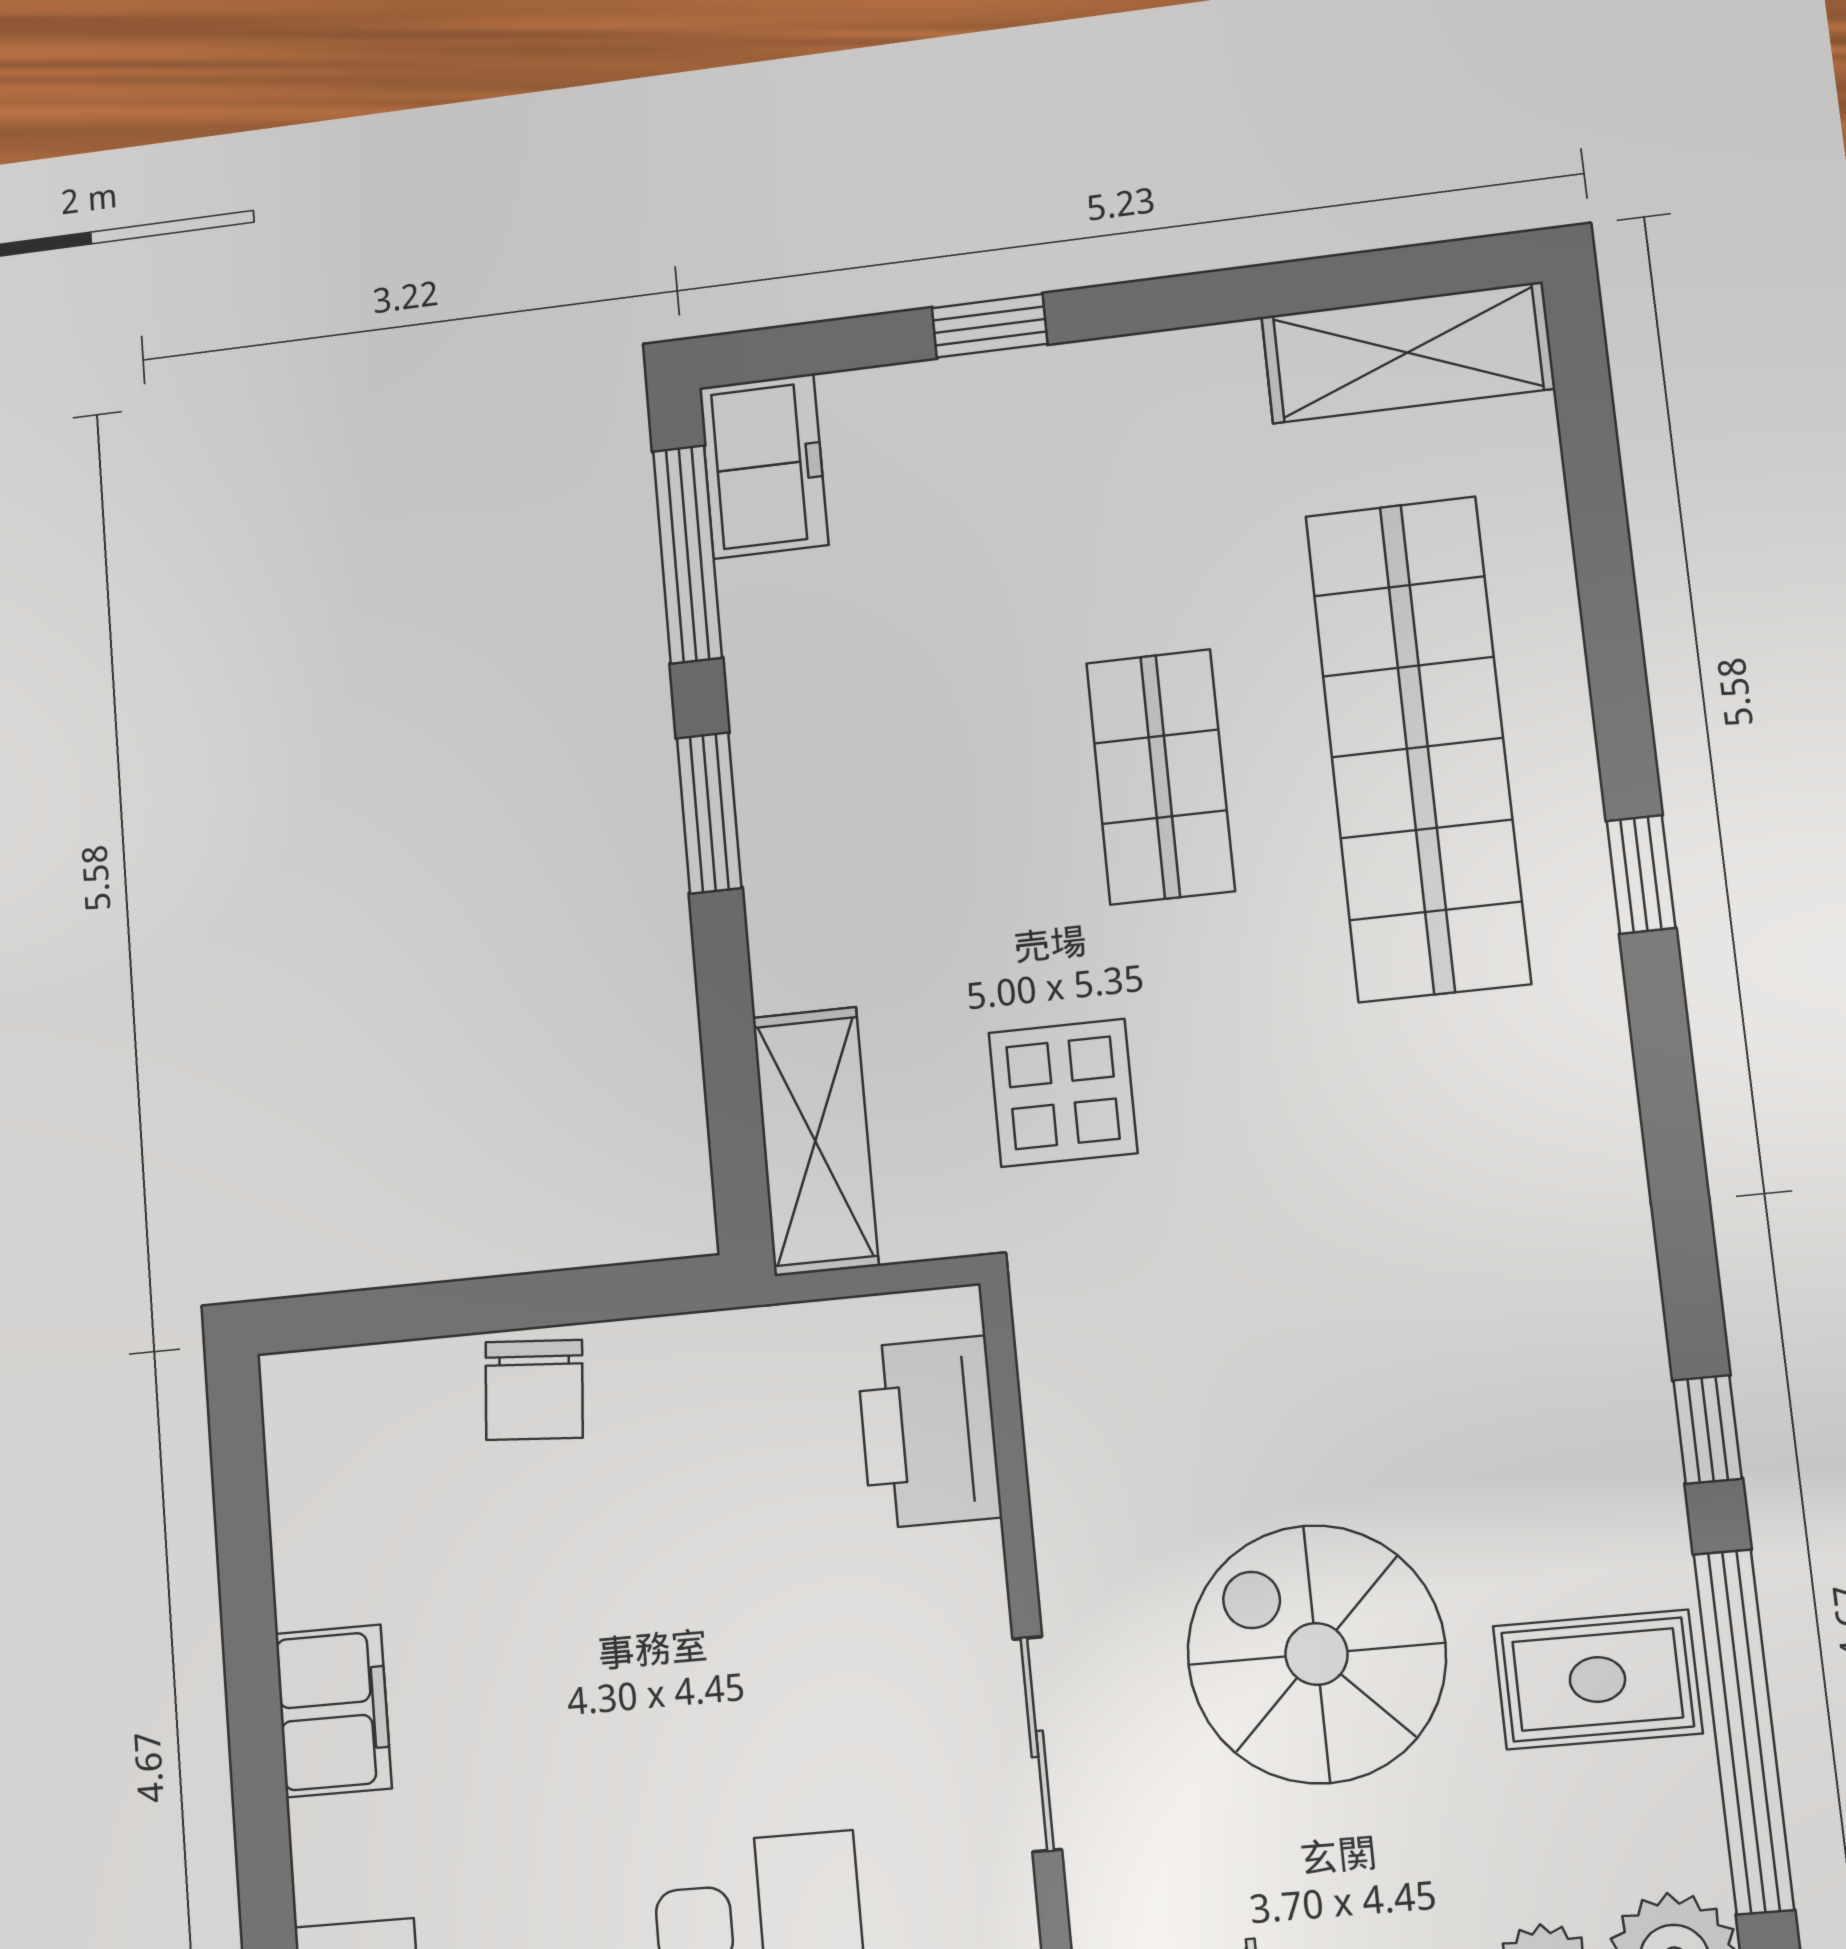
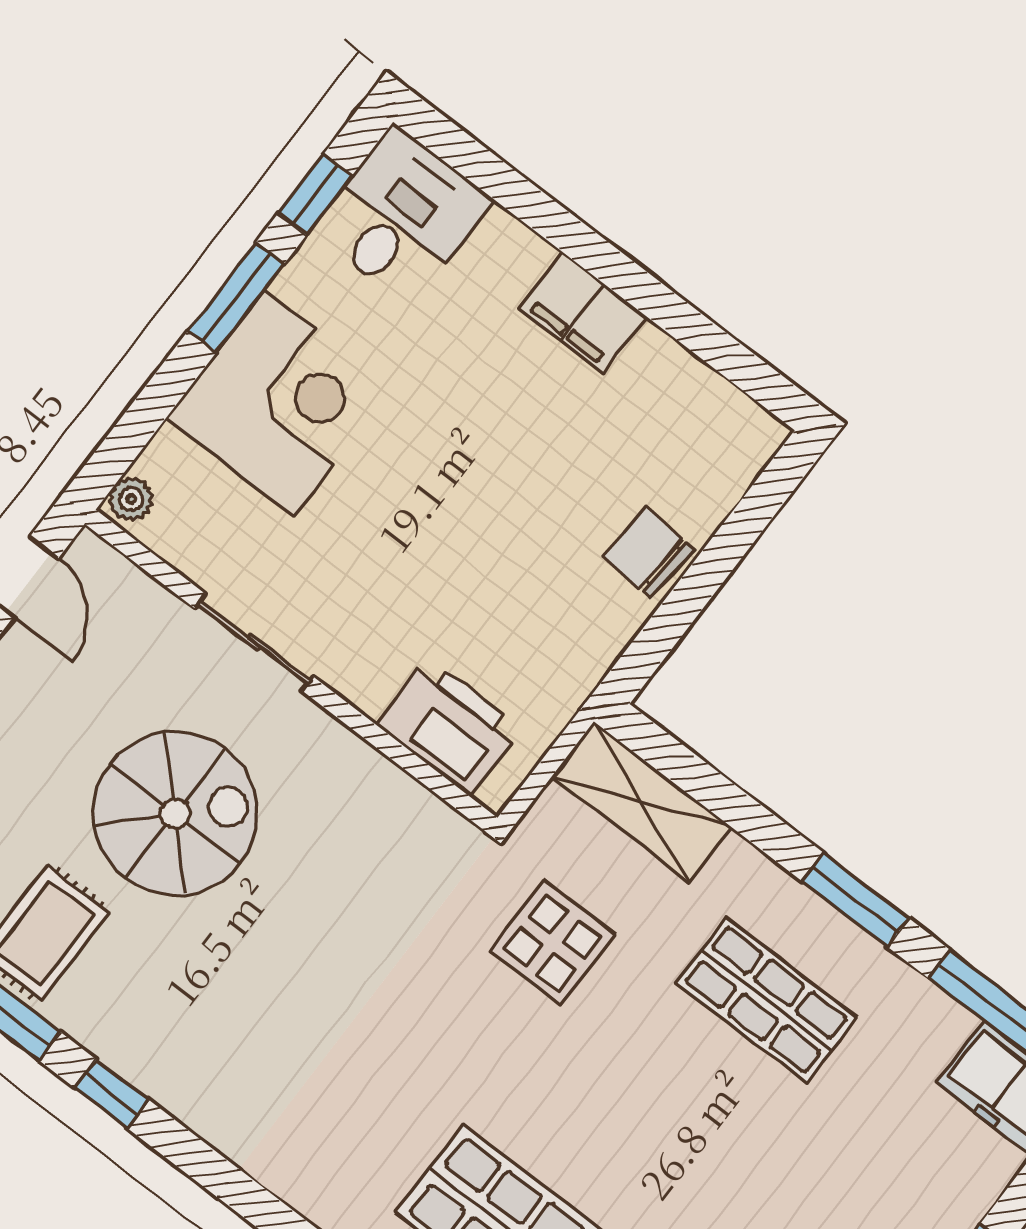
shop shelf: (1160, 777) -> (766, 1000), moved

